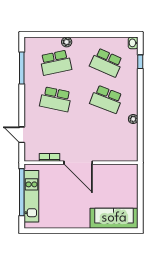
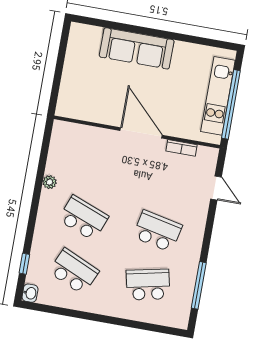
plant: (67, 42) -> (127, 312), removed
sofa: (114, 218) -> (137, 48), moved

